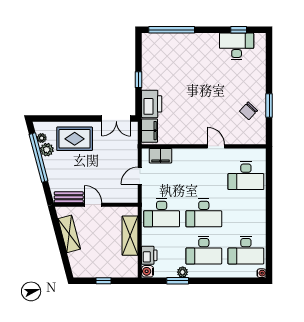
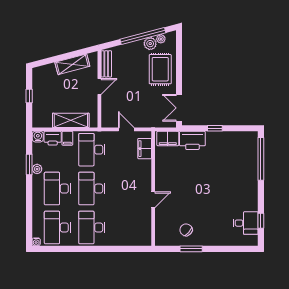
desk: (237, 46) -> (246, 223), width x0.73
desk: (246, 176) -> (92, 227), moved
filing cabinet: (149, 239) -> (67, 138), added

